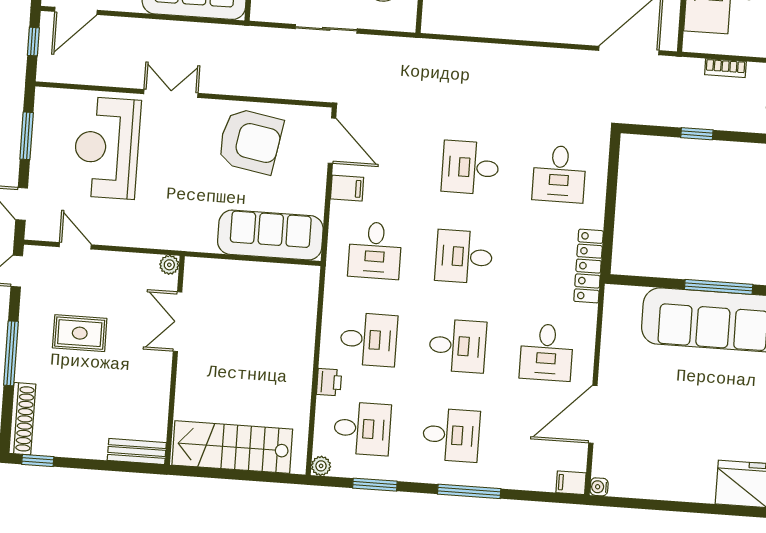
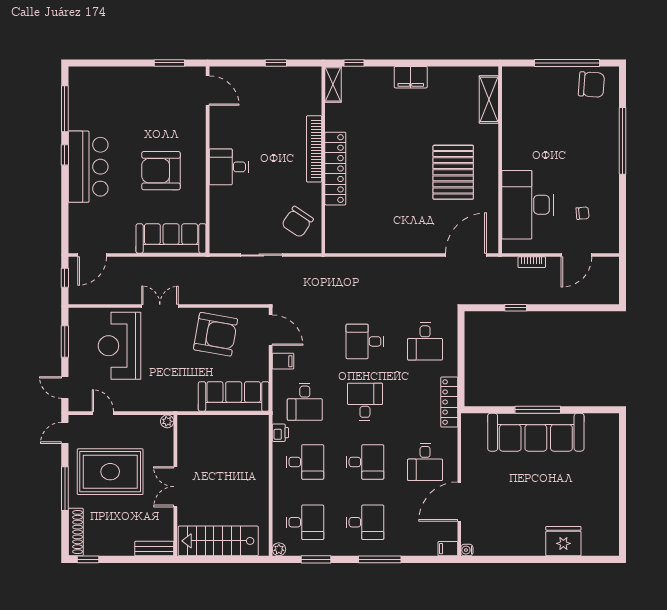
desk: (464, 257) -> (365, 402), turned 90
double door: (177, 322) -> (175, 487), moved
rug: (80, 333) -> (110, 472), width x1.86, depth x2.06
printer: (329, 382) -> (280, 433), moved

